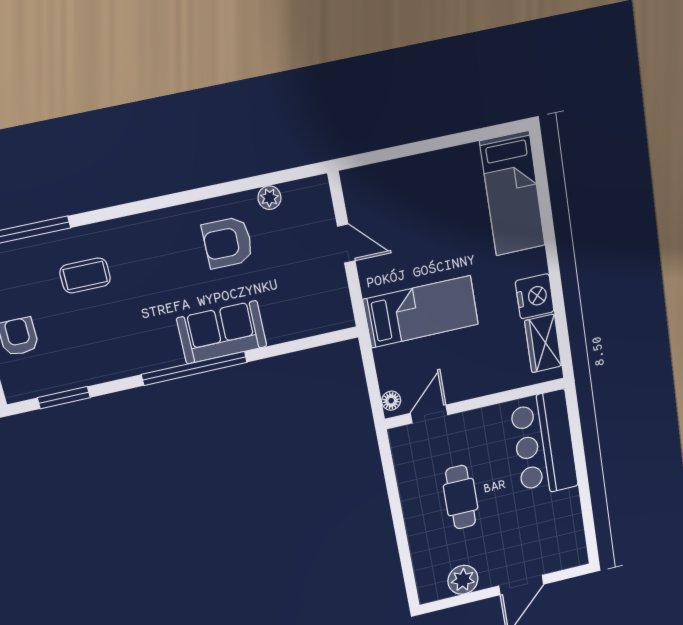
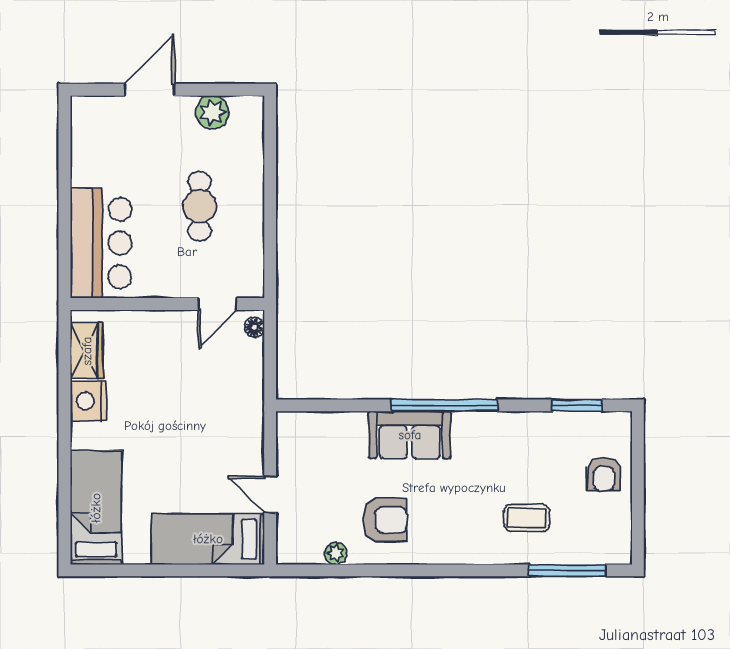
bed: (421, 312) -> (208, 539), moved

